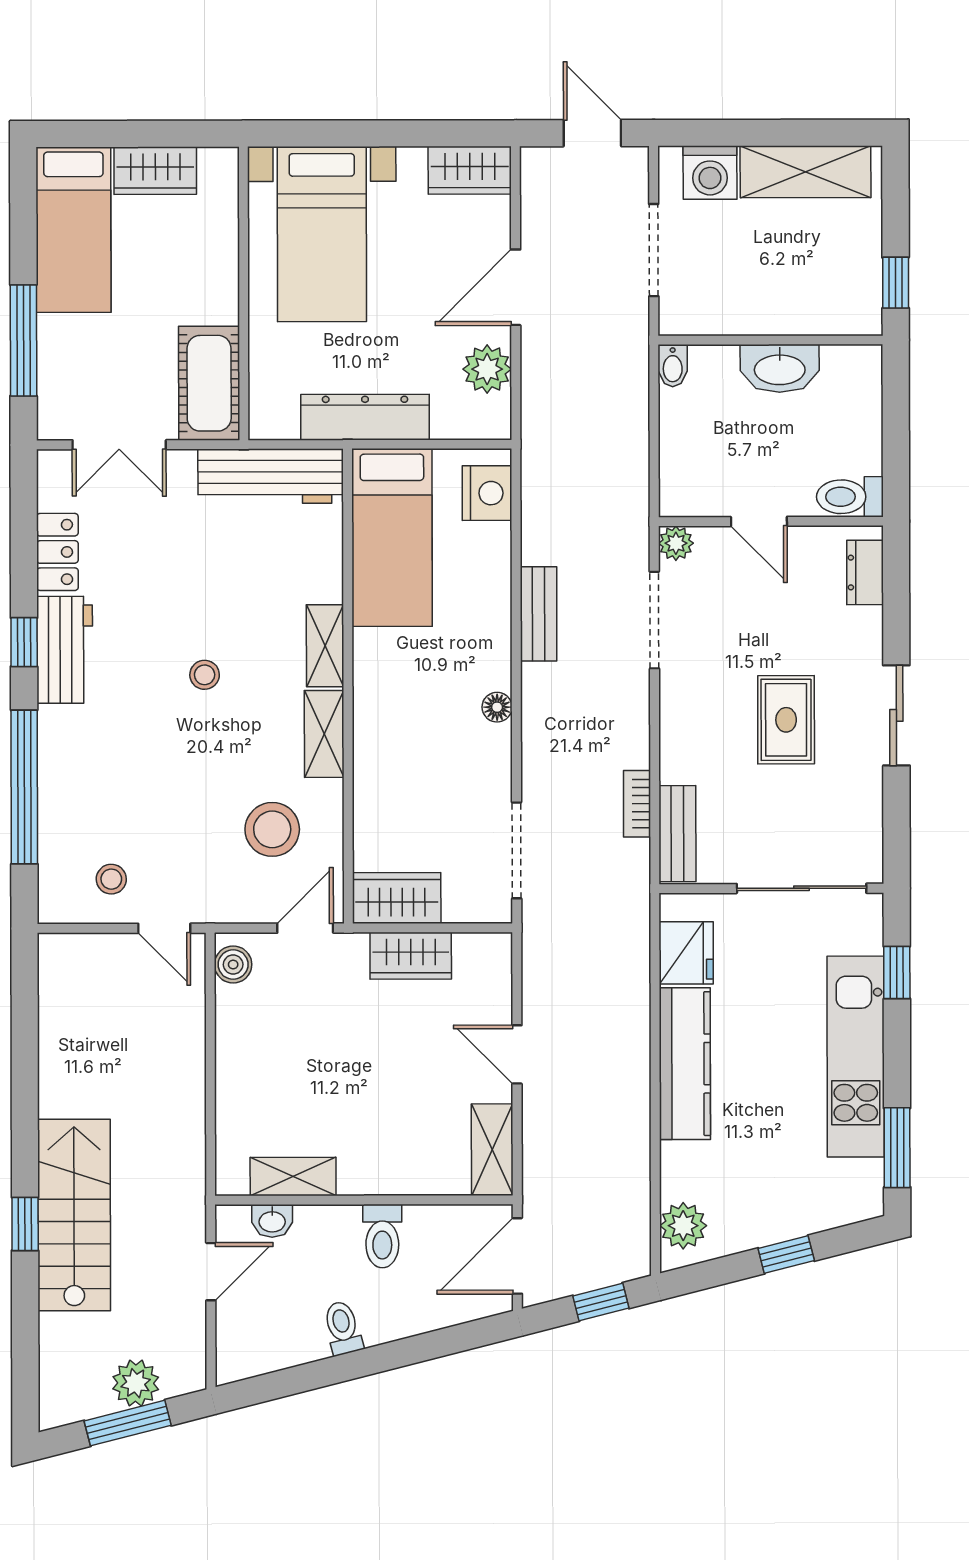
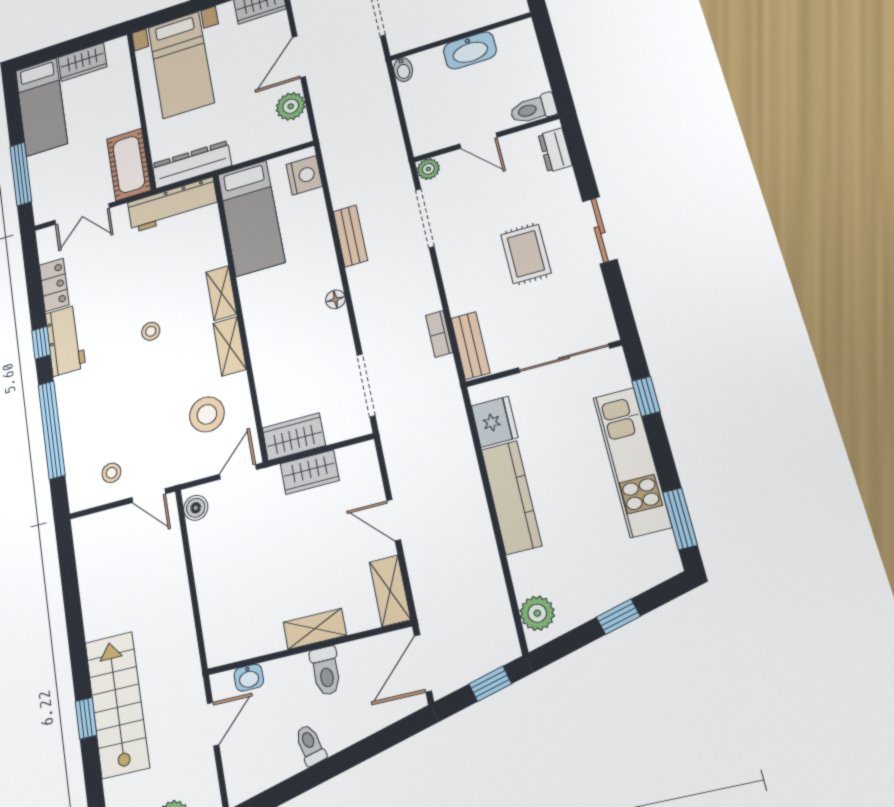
dresser: (365, 417) -> (192, 165), moved
shelving: (293, 1177) -> (315, 629), moved

